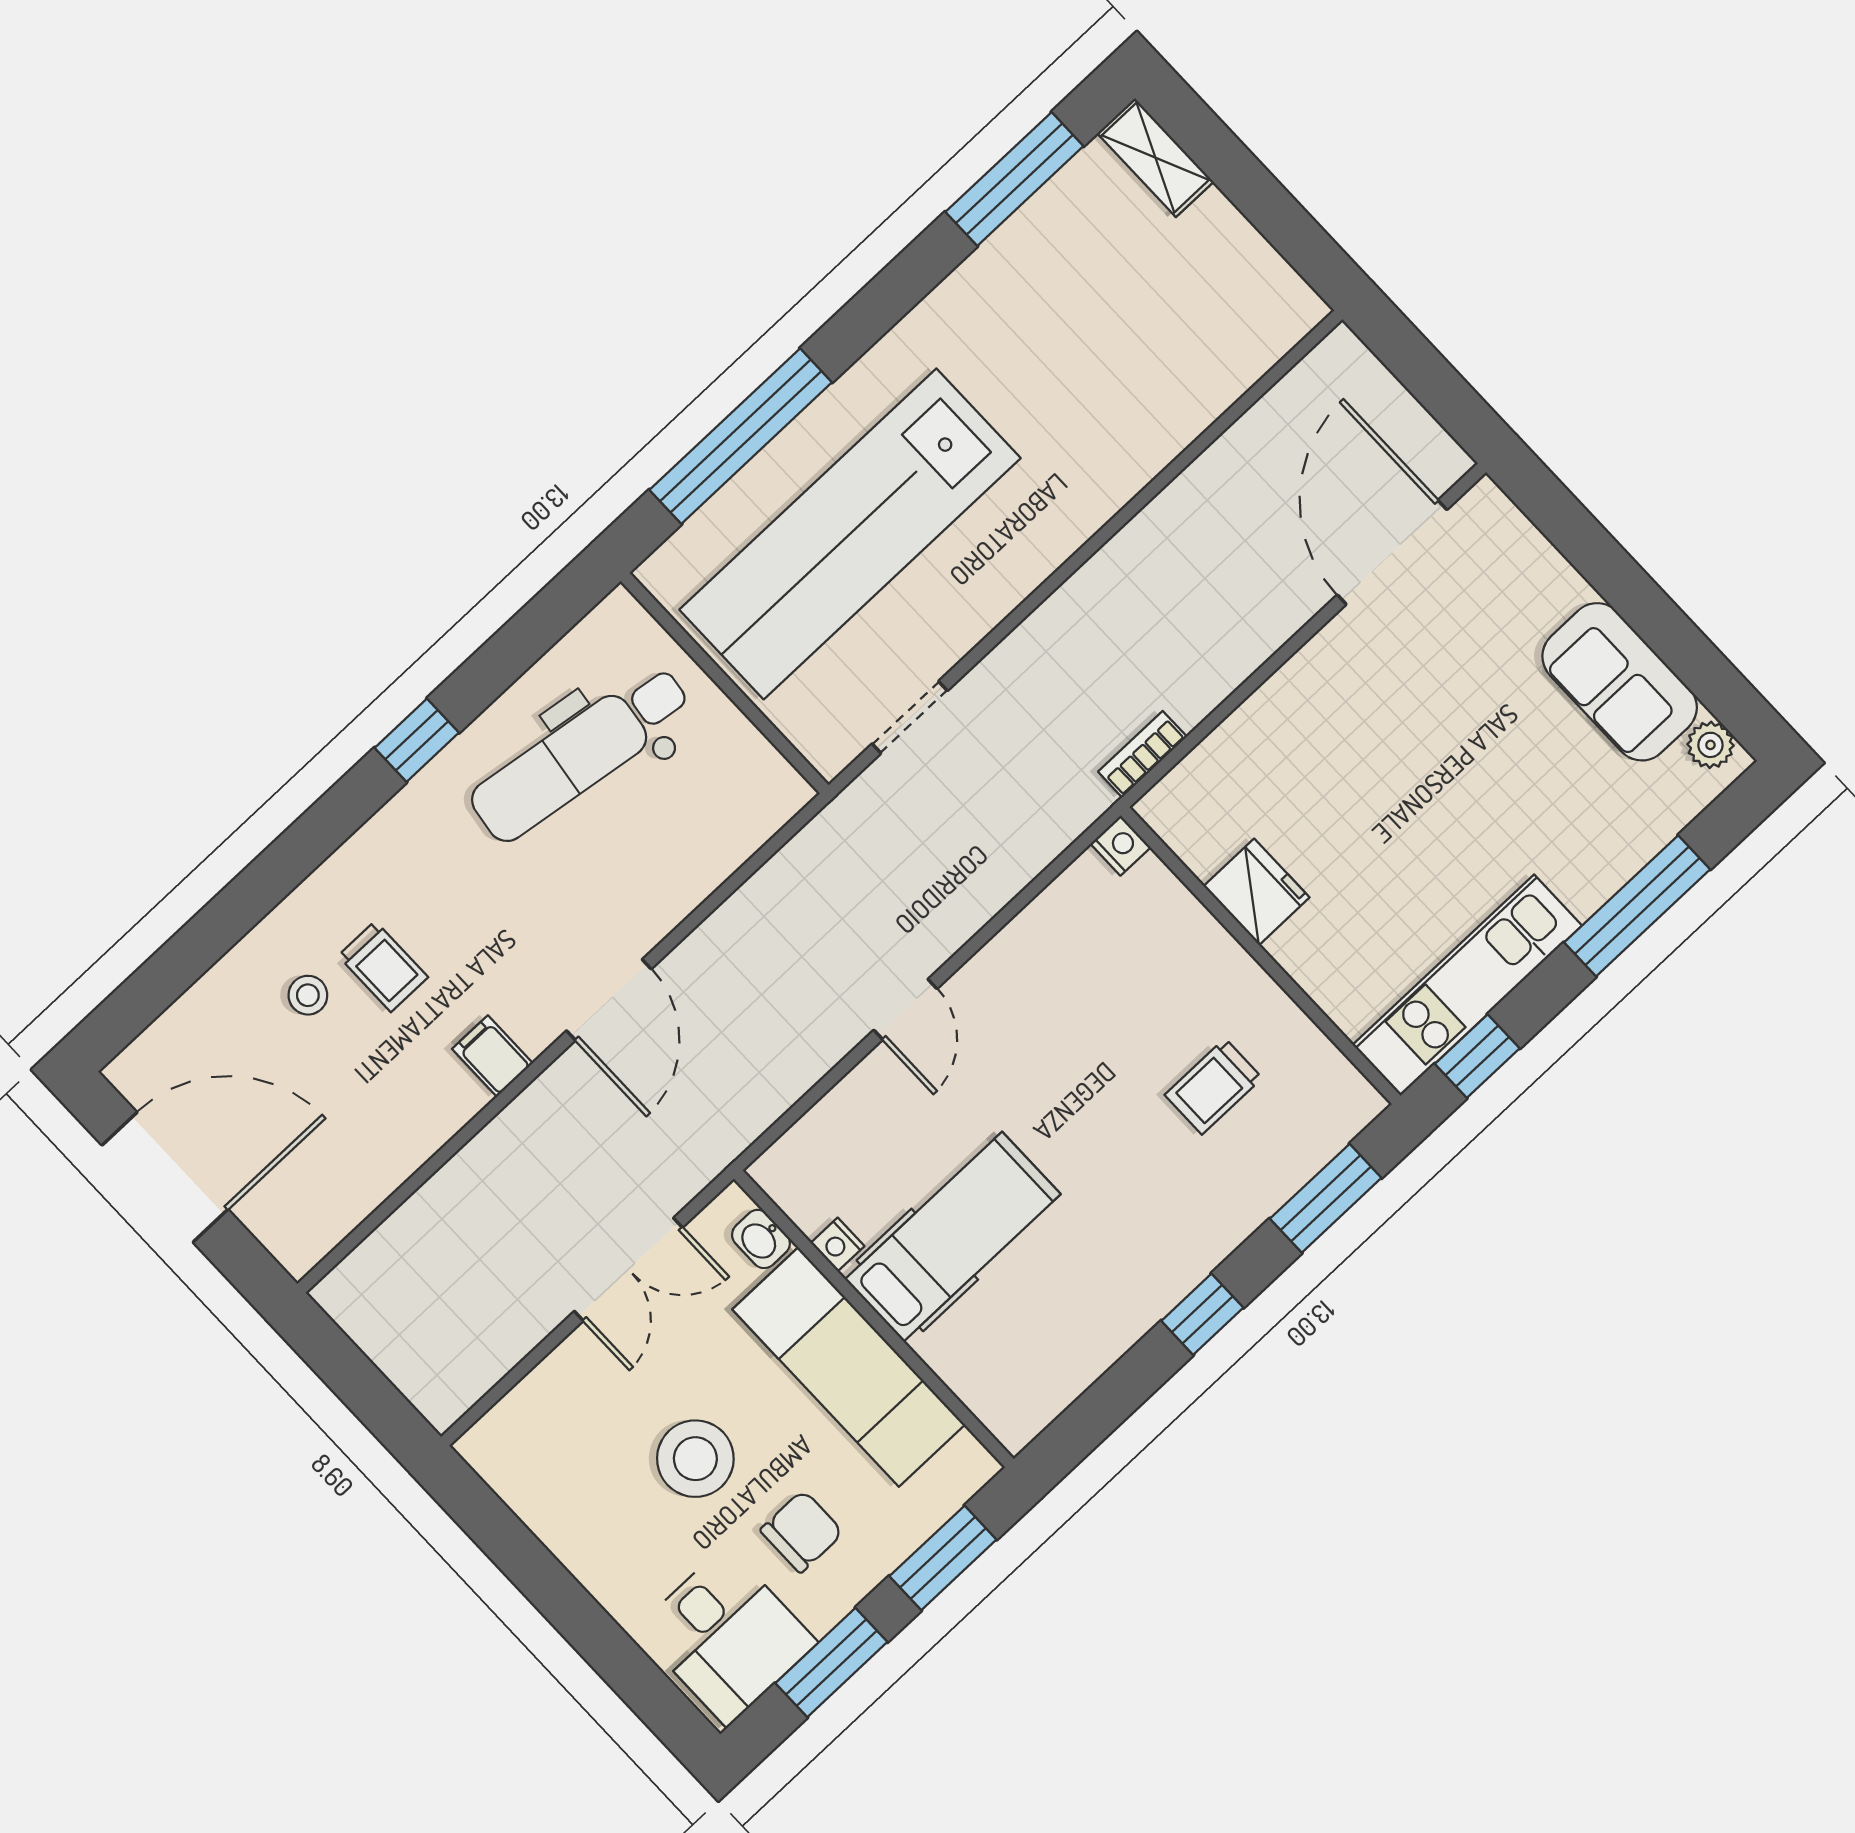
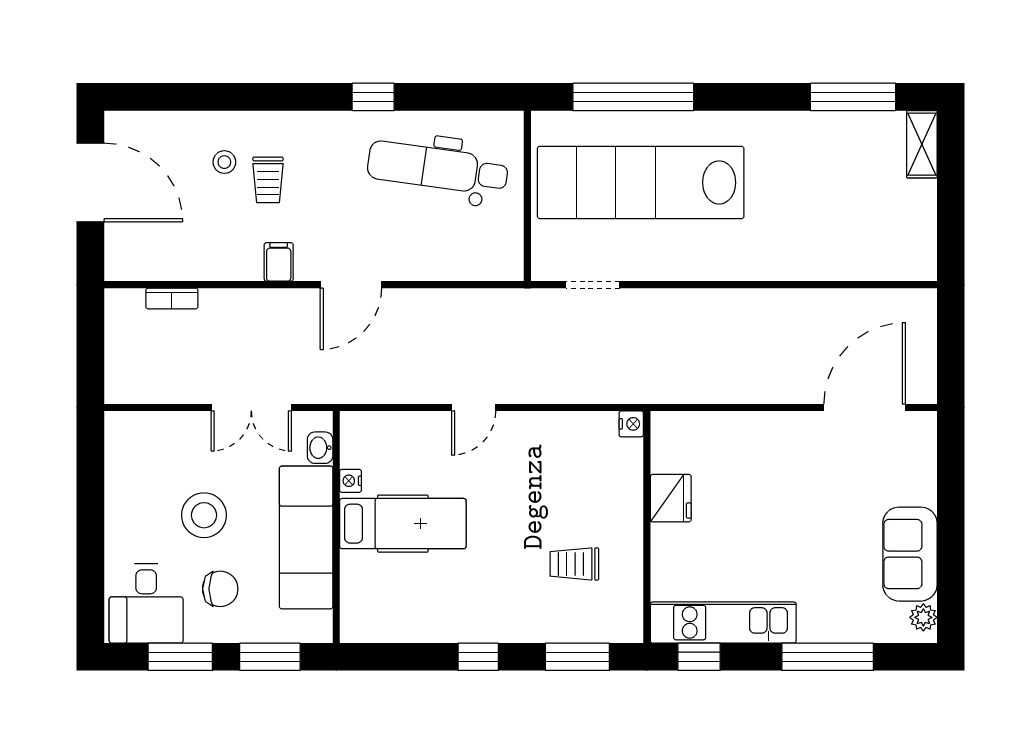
bookcase: (1142, 754) -> (172, 298), moved, turned 180

